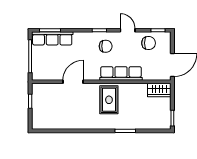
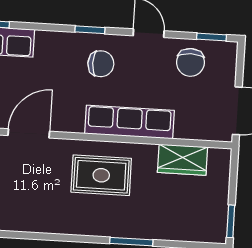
chair: (149, 43) -> (190, 62), turned 90
wardrobe: (159, 90) -> (183, 160), moved
rug: (109, 100) -> (101, 175), turned 90

